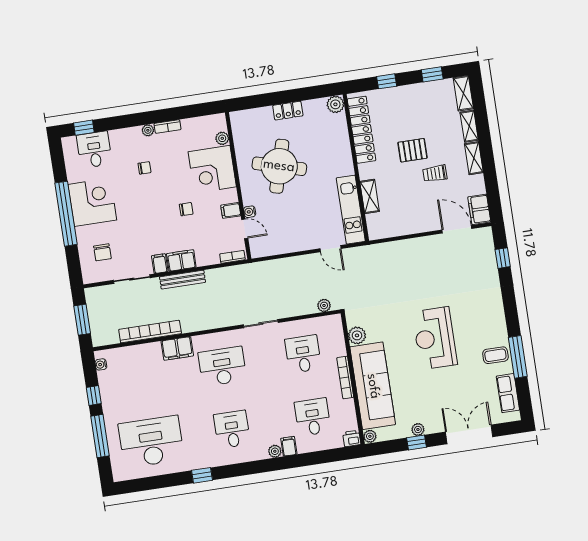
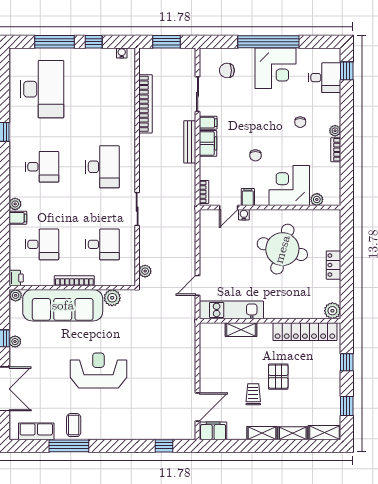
filing cabinet: (177, 348) -> (126, 127), removed

